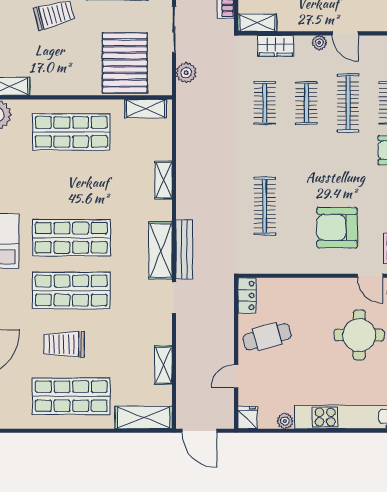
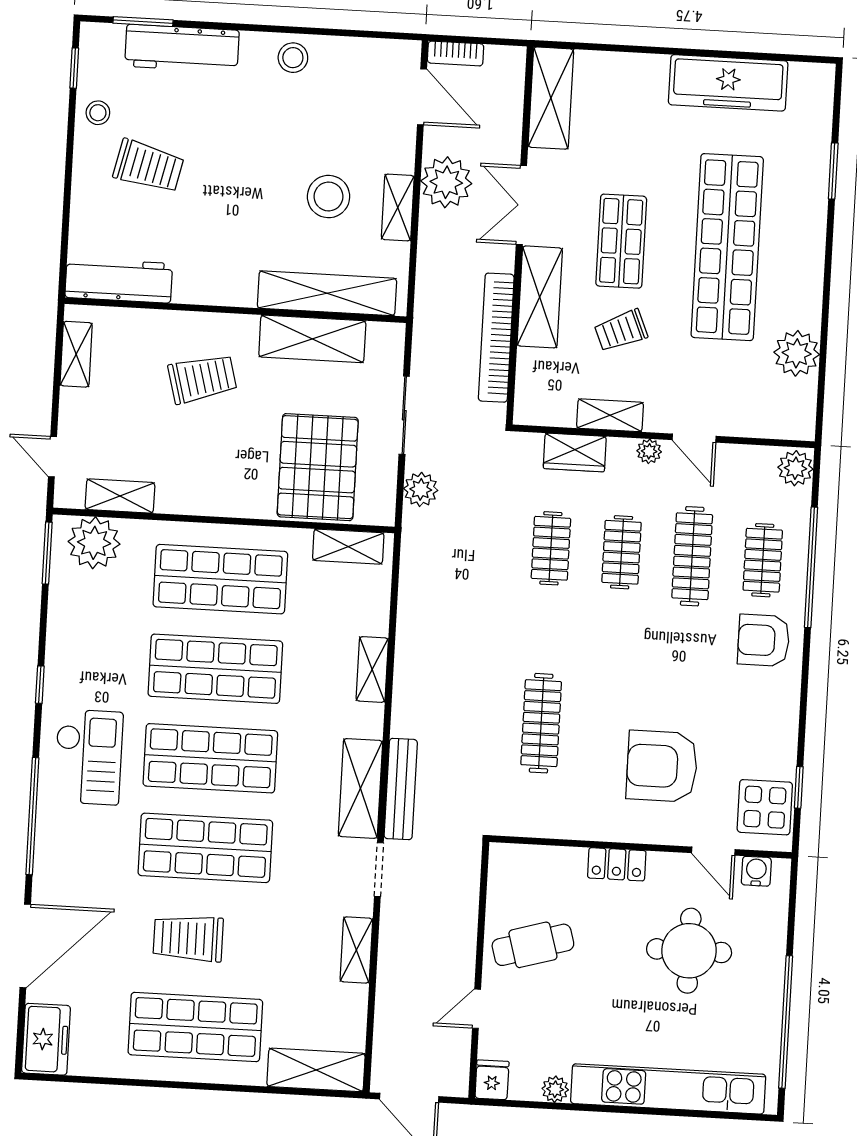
shelving: (257, 23) -> (610, 415), moved
shop shelf: (71, 185) -> (215, 669), added
locker: (247, 295) -> (617, 864), moved, turned 90
shelving: (163, 365) -> (356, 950), moved

